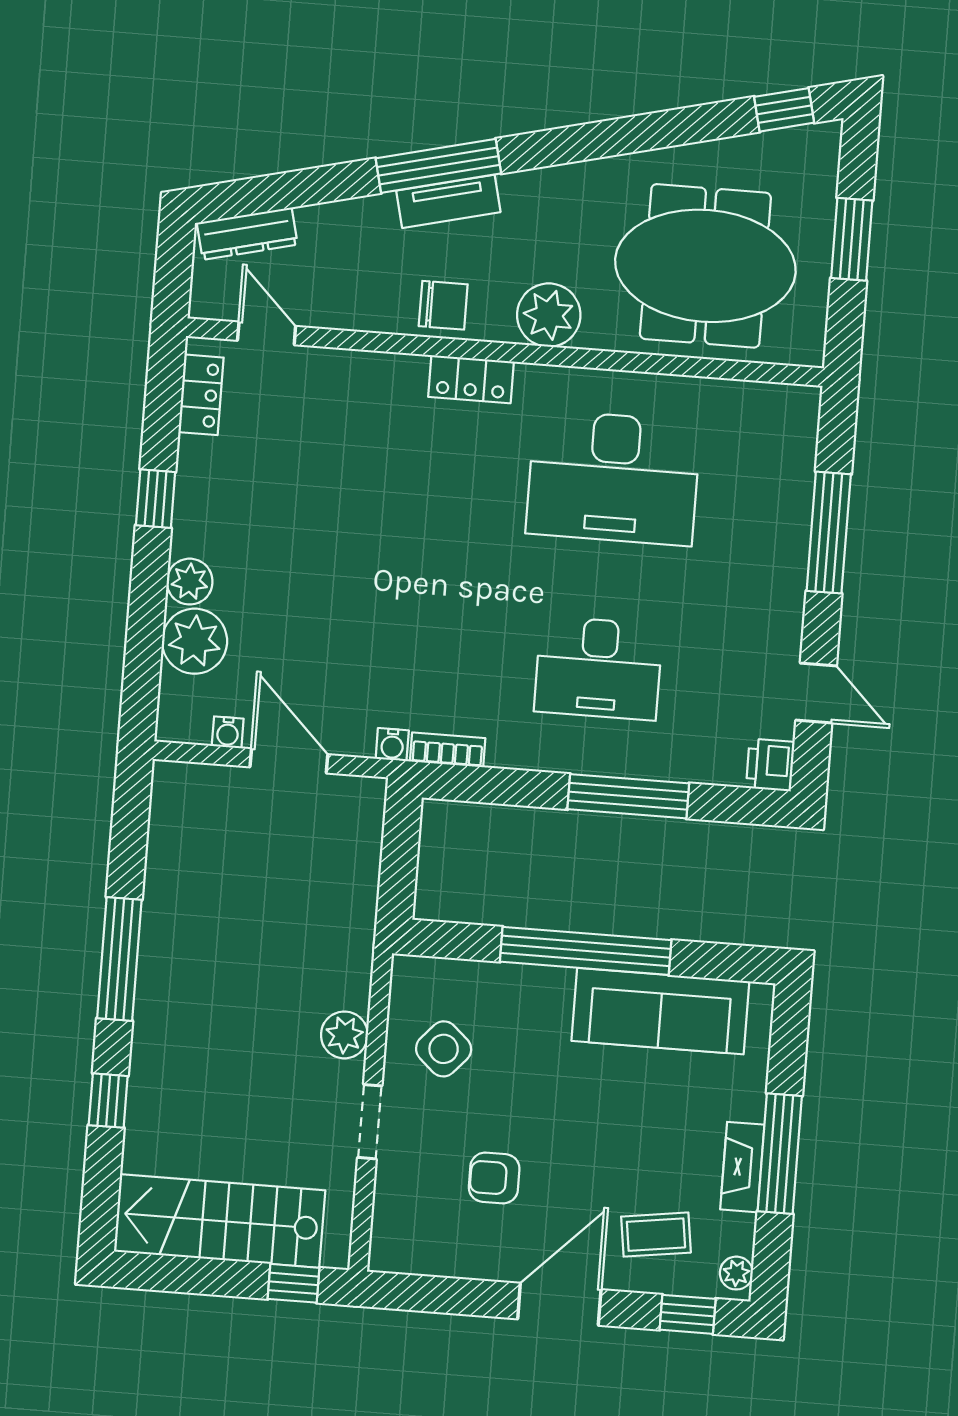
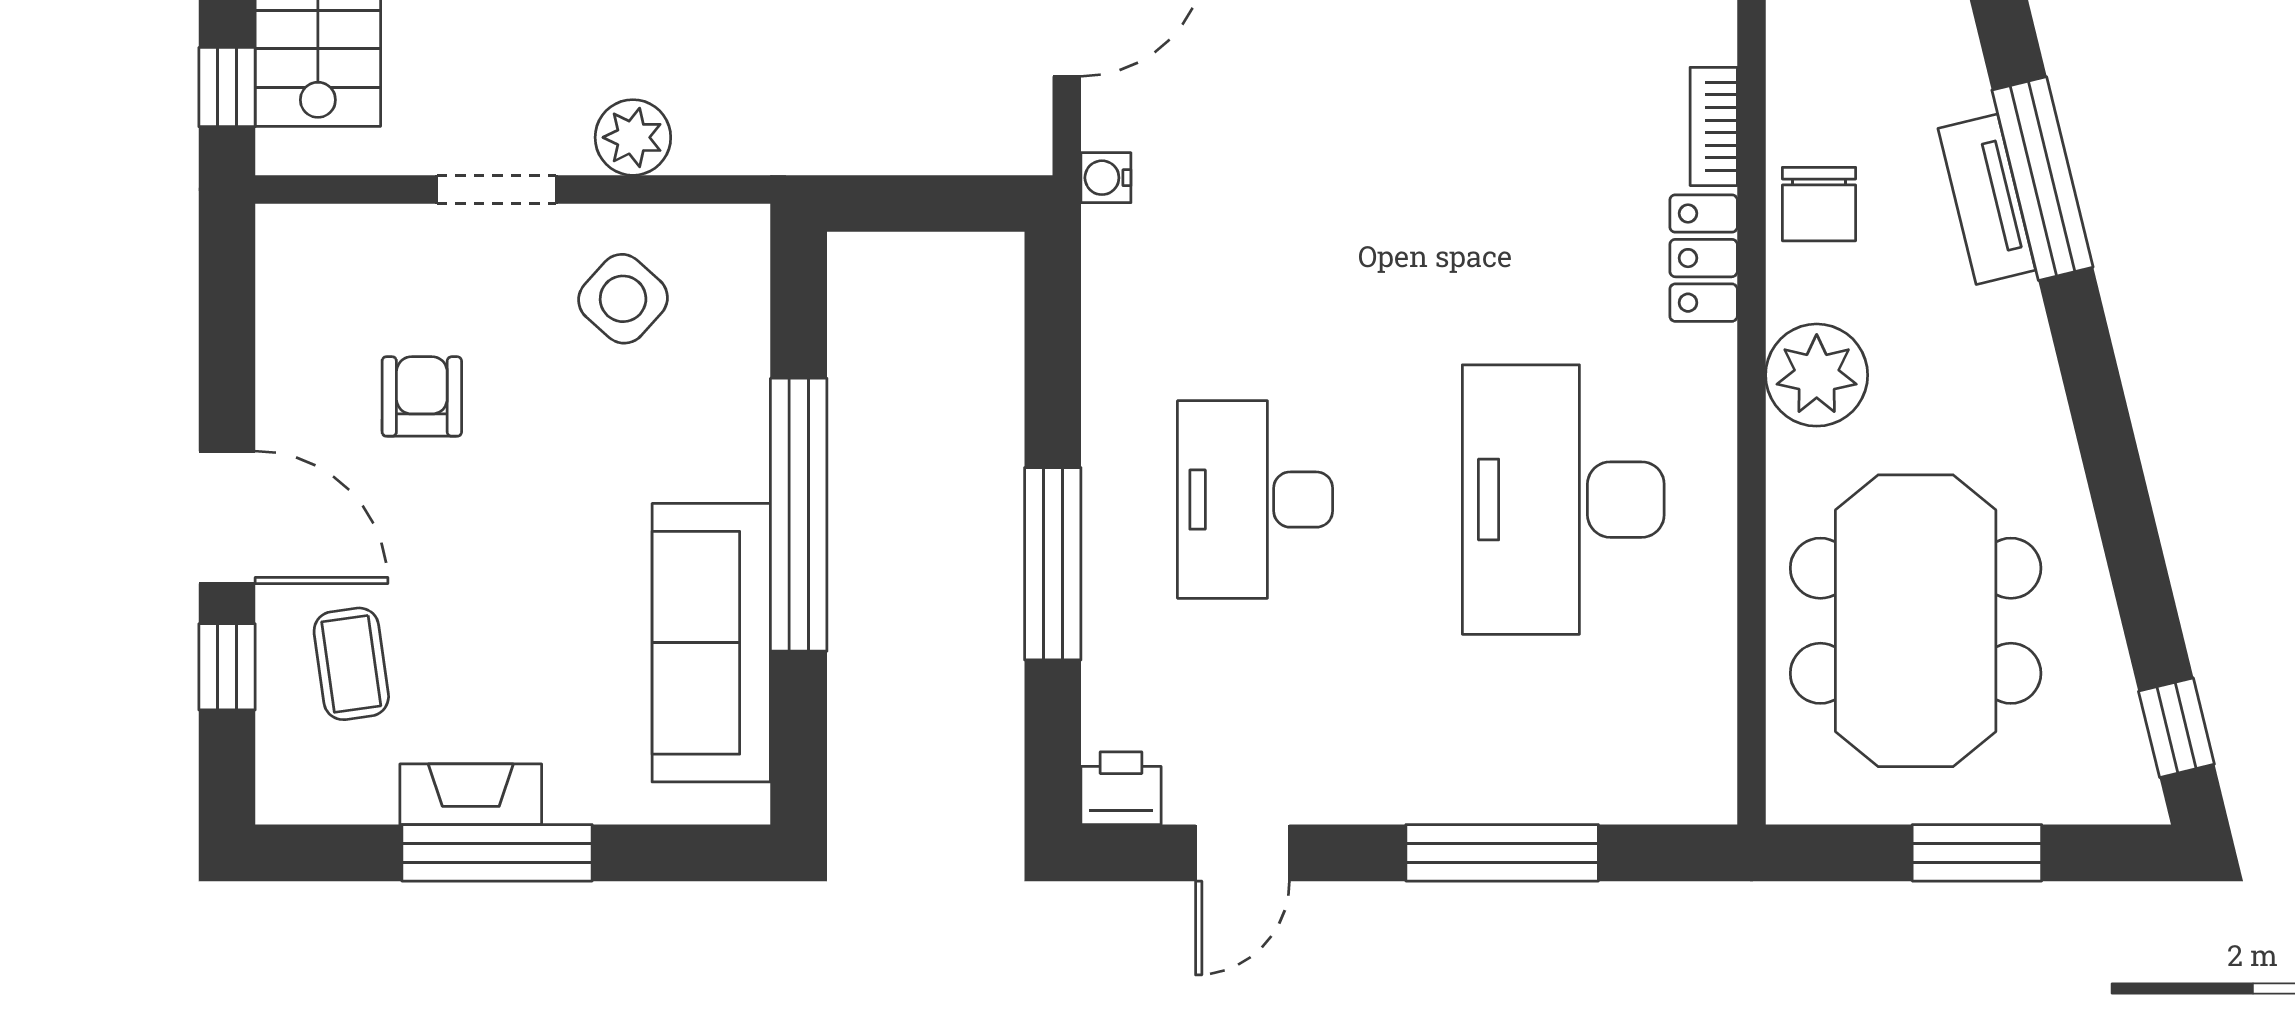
bookcase: (448, 750) -> (1714, 126), moved, turned 180
plant: (736, 1273) -> (300, 798), removed
window: (688, 1314) -> (227, 667), moved

